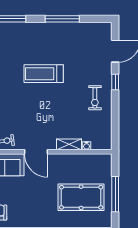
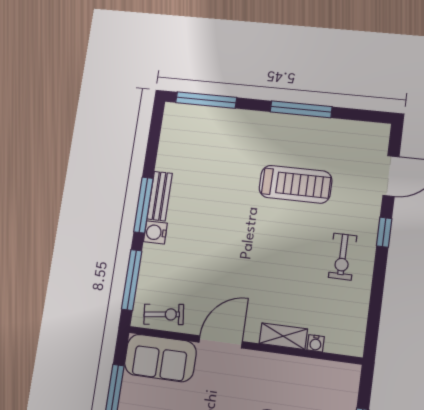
treadmill: (44, 74) -> (295, 184), moved, turned 180
door: (36, 152) -> (221, 342), swing flipped

